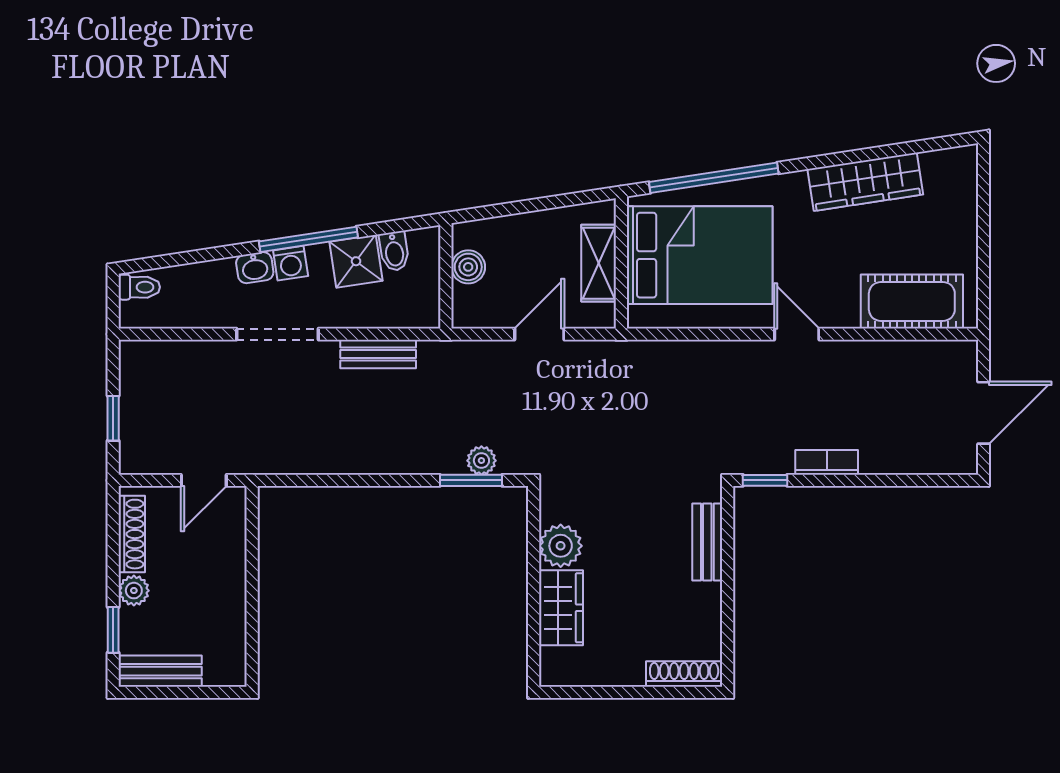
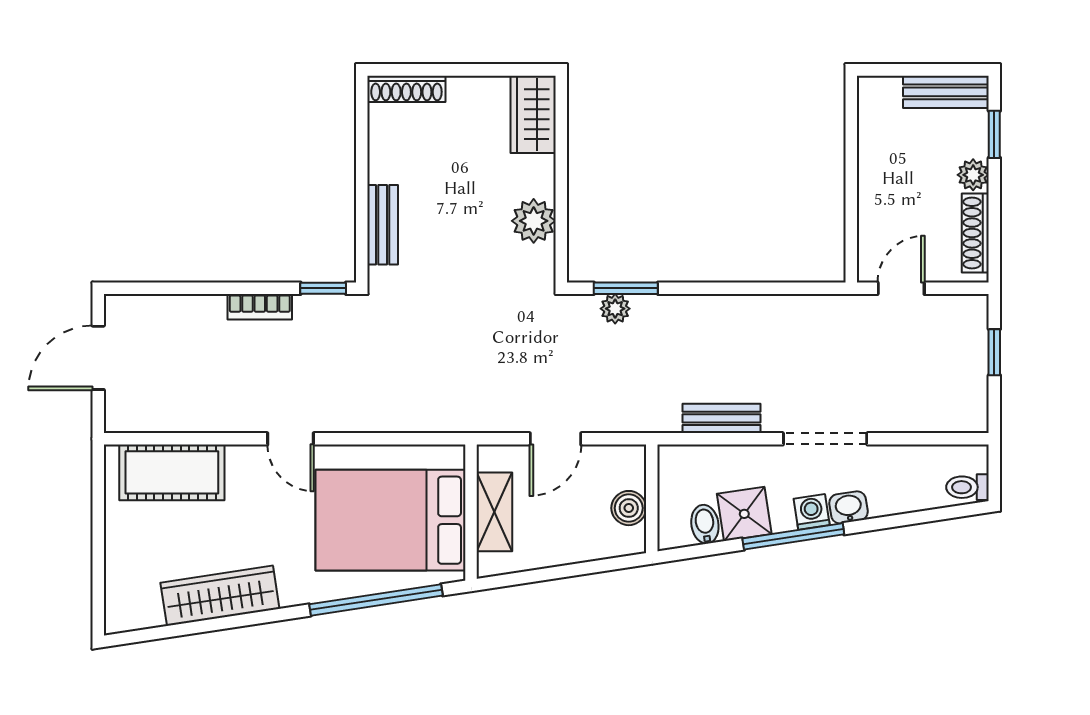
wardrobe: (561, 608) -> (533, 114), moved

